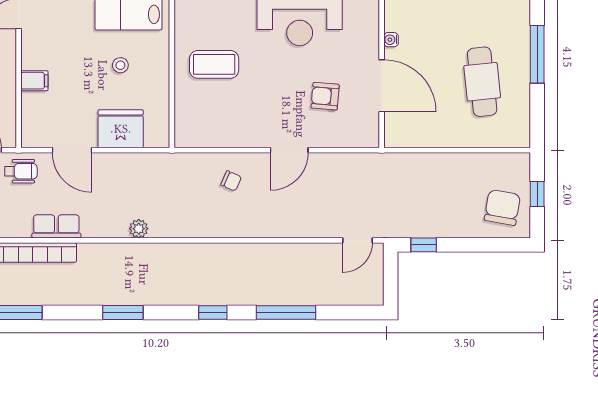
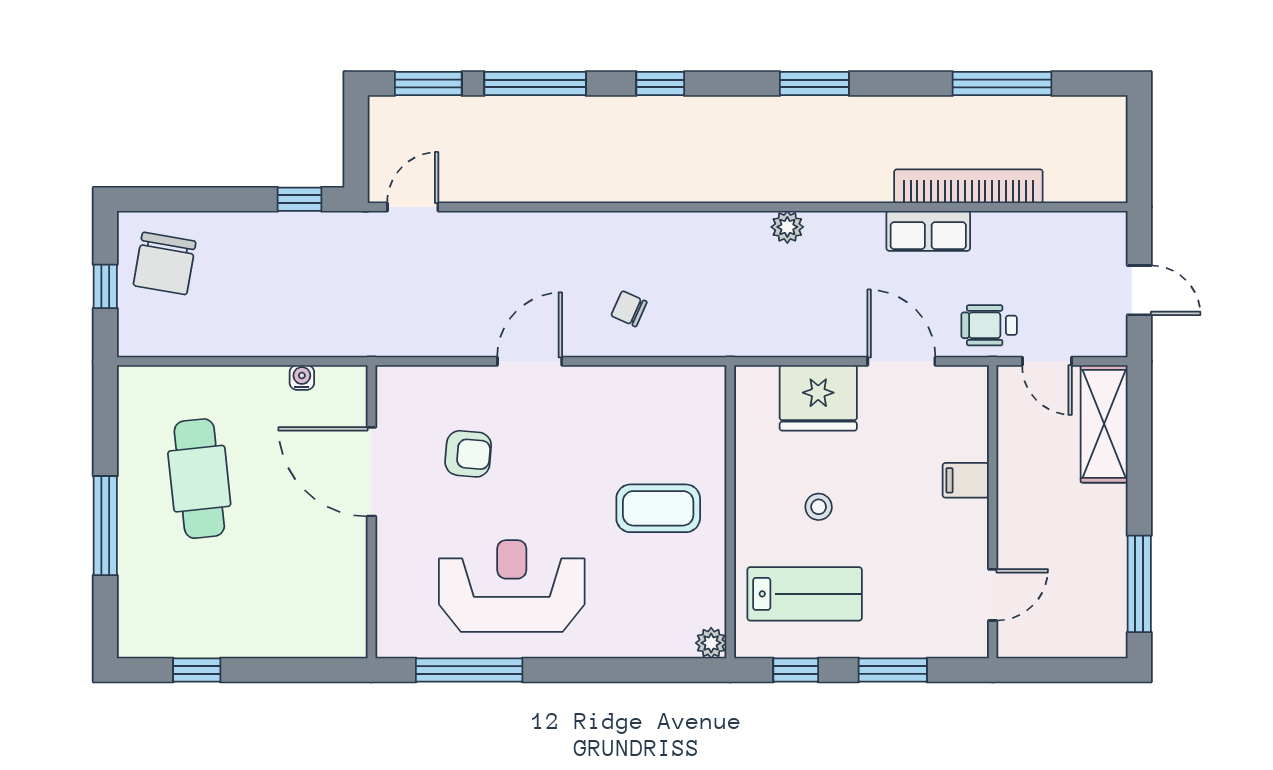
water cooler: (391, 40) -> (302, 377), moved, turned -90
window: (348, 312) -> (428, 83), added

